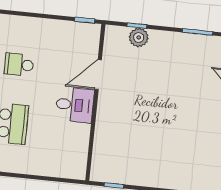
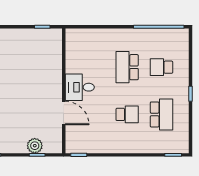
door: (98, 75) -> (64, 113), hinge flipped

